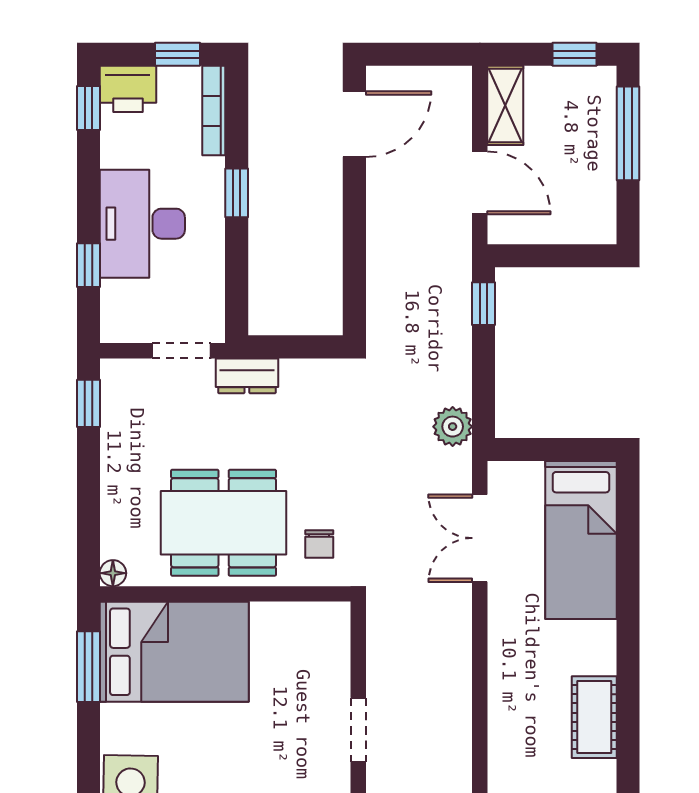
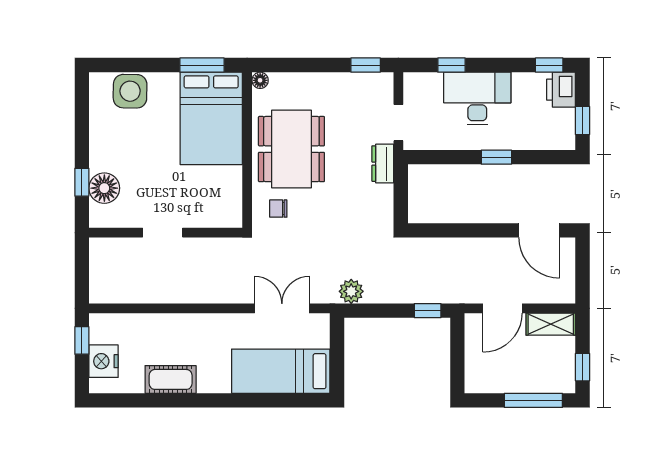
bookcase: (214, 111) -> (548, 143), removed

